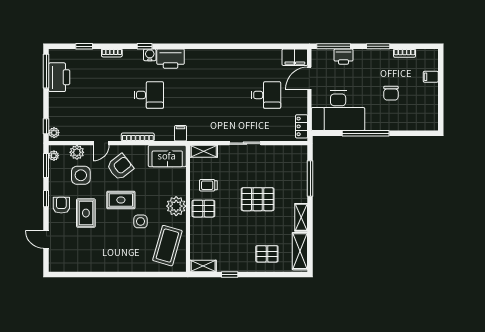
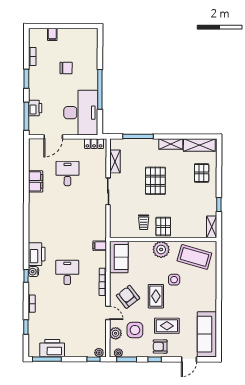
filing cabinet: (295, 57) -> (36, 181), moved
door: (309, 78) -> (53, 137), hinge flipped
shelving: (204, 151) -> (115, 161), moved
sofa: (76, 261) -> (207, 334), added

